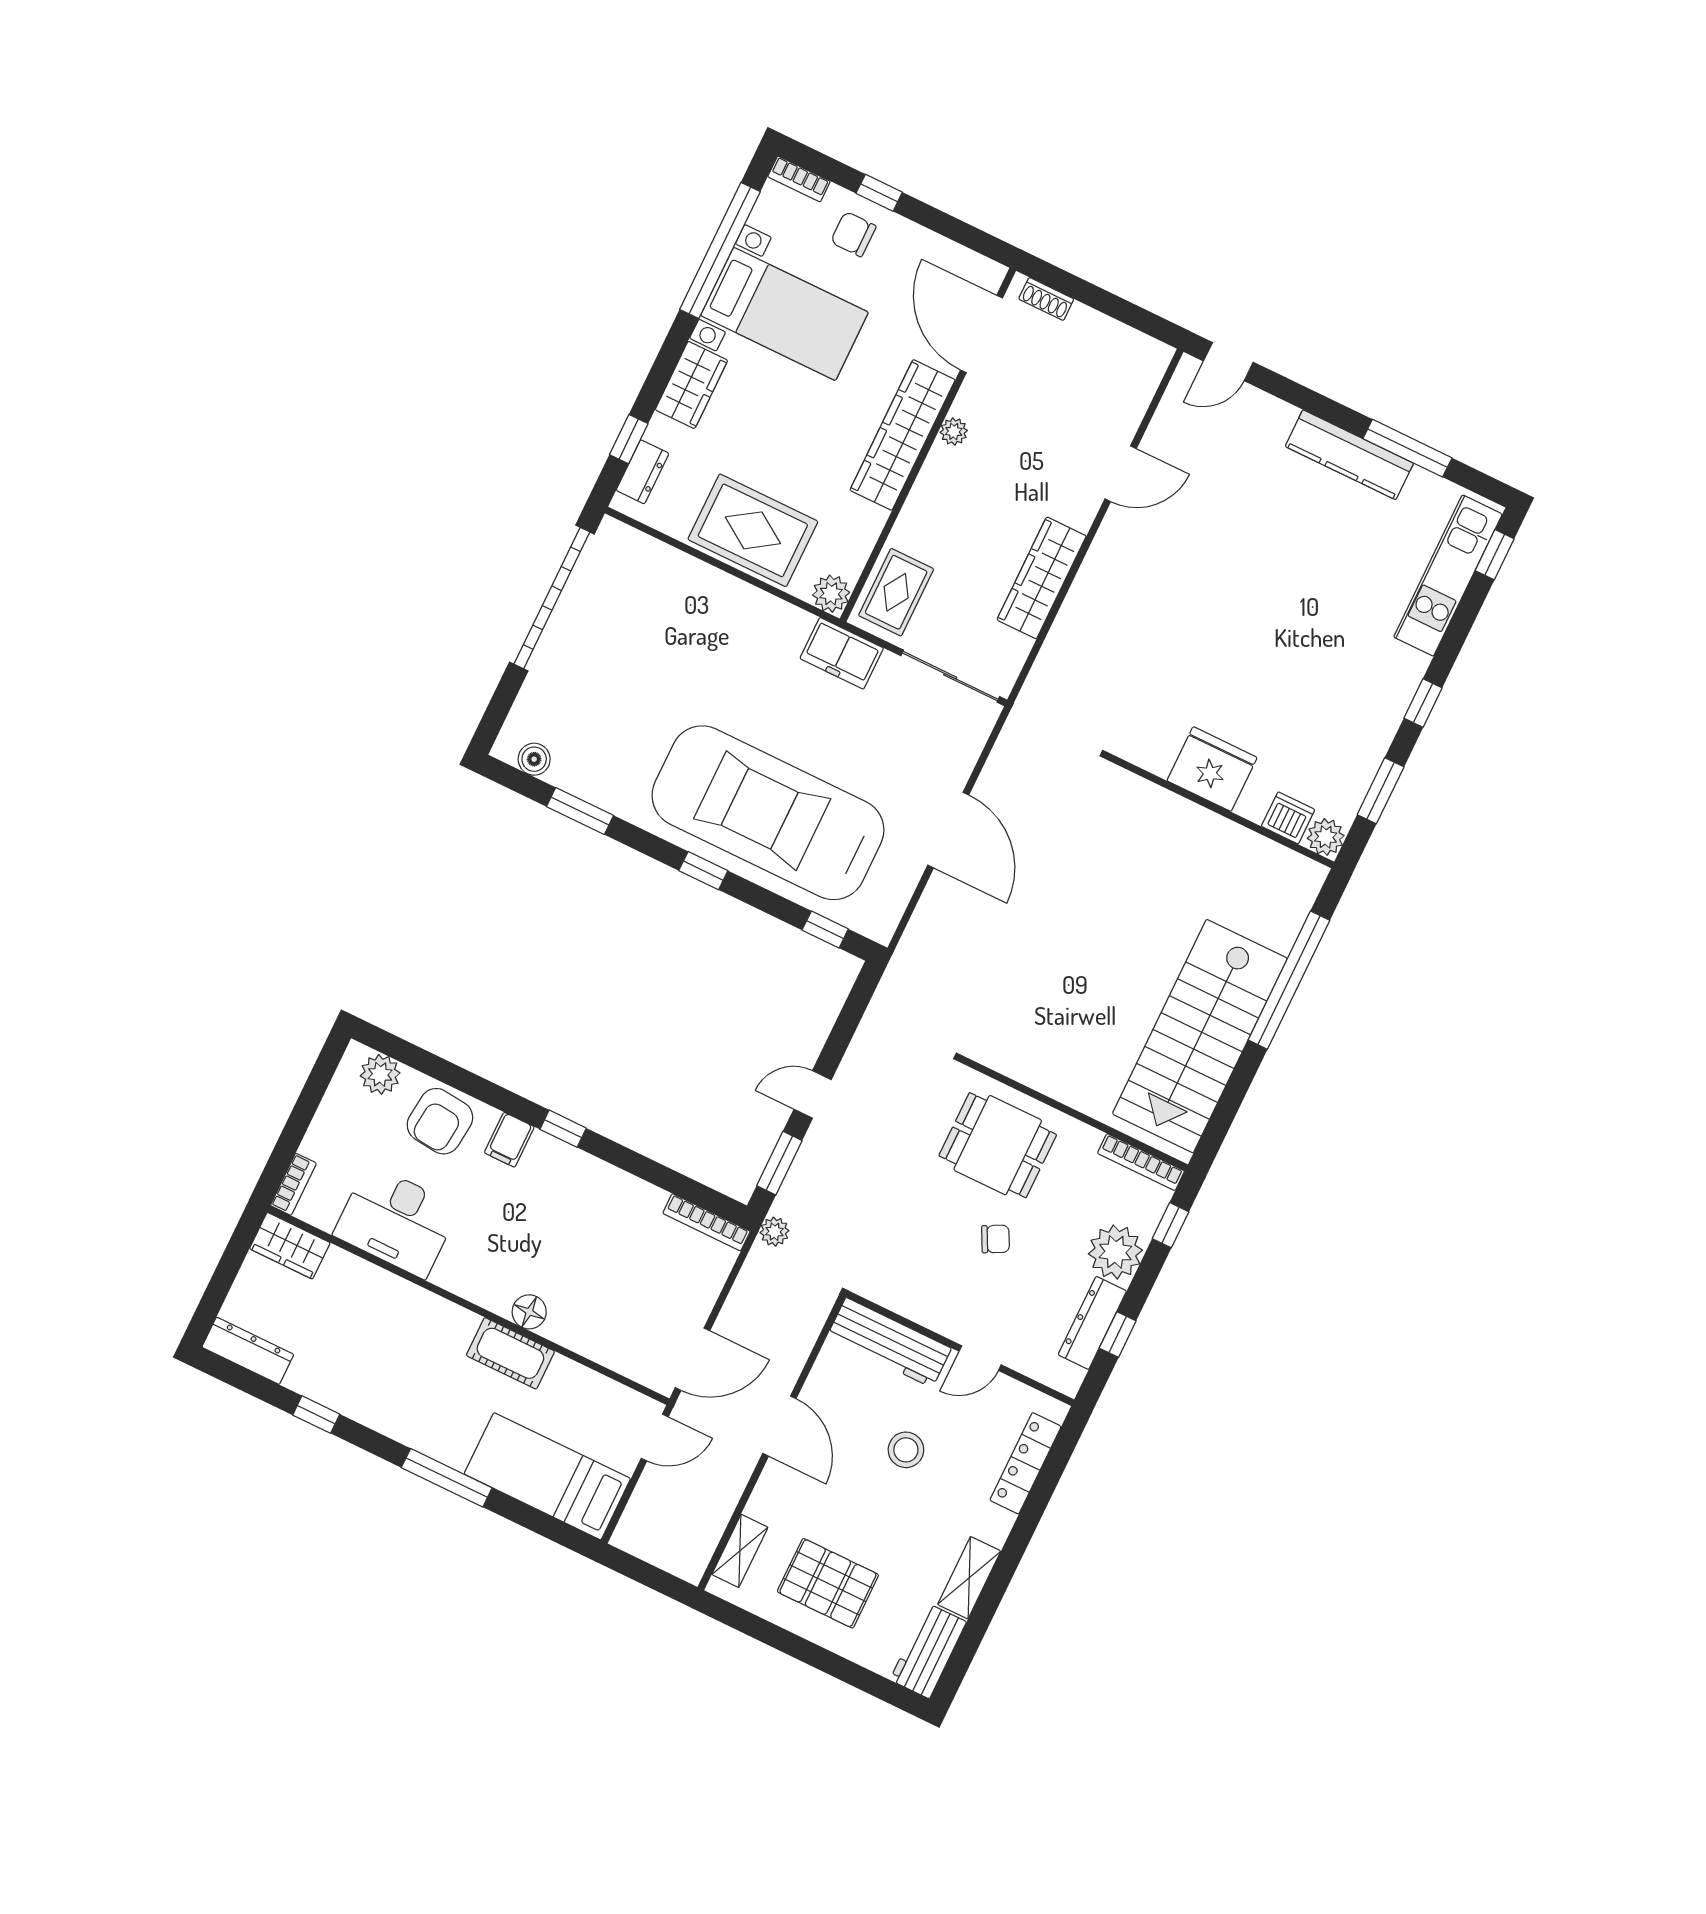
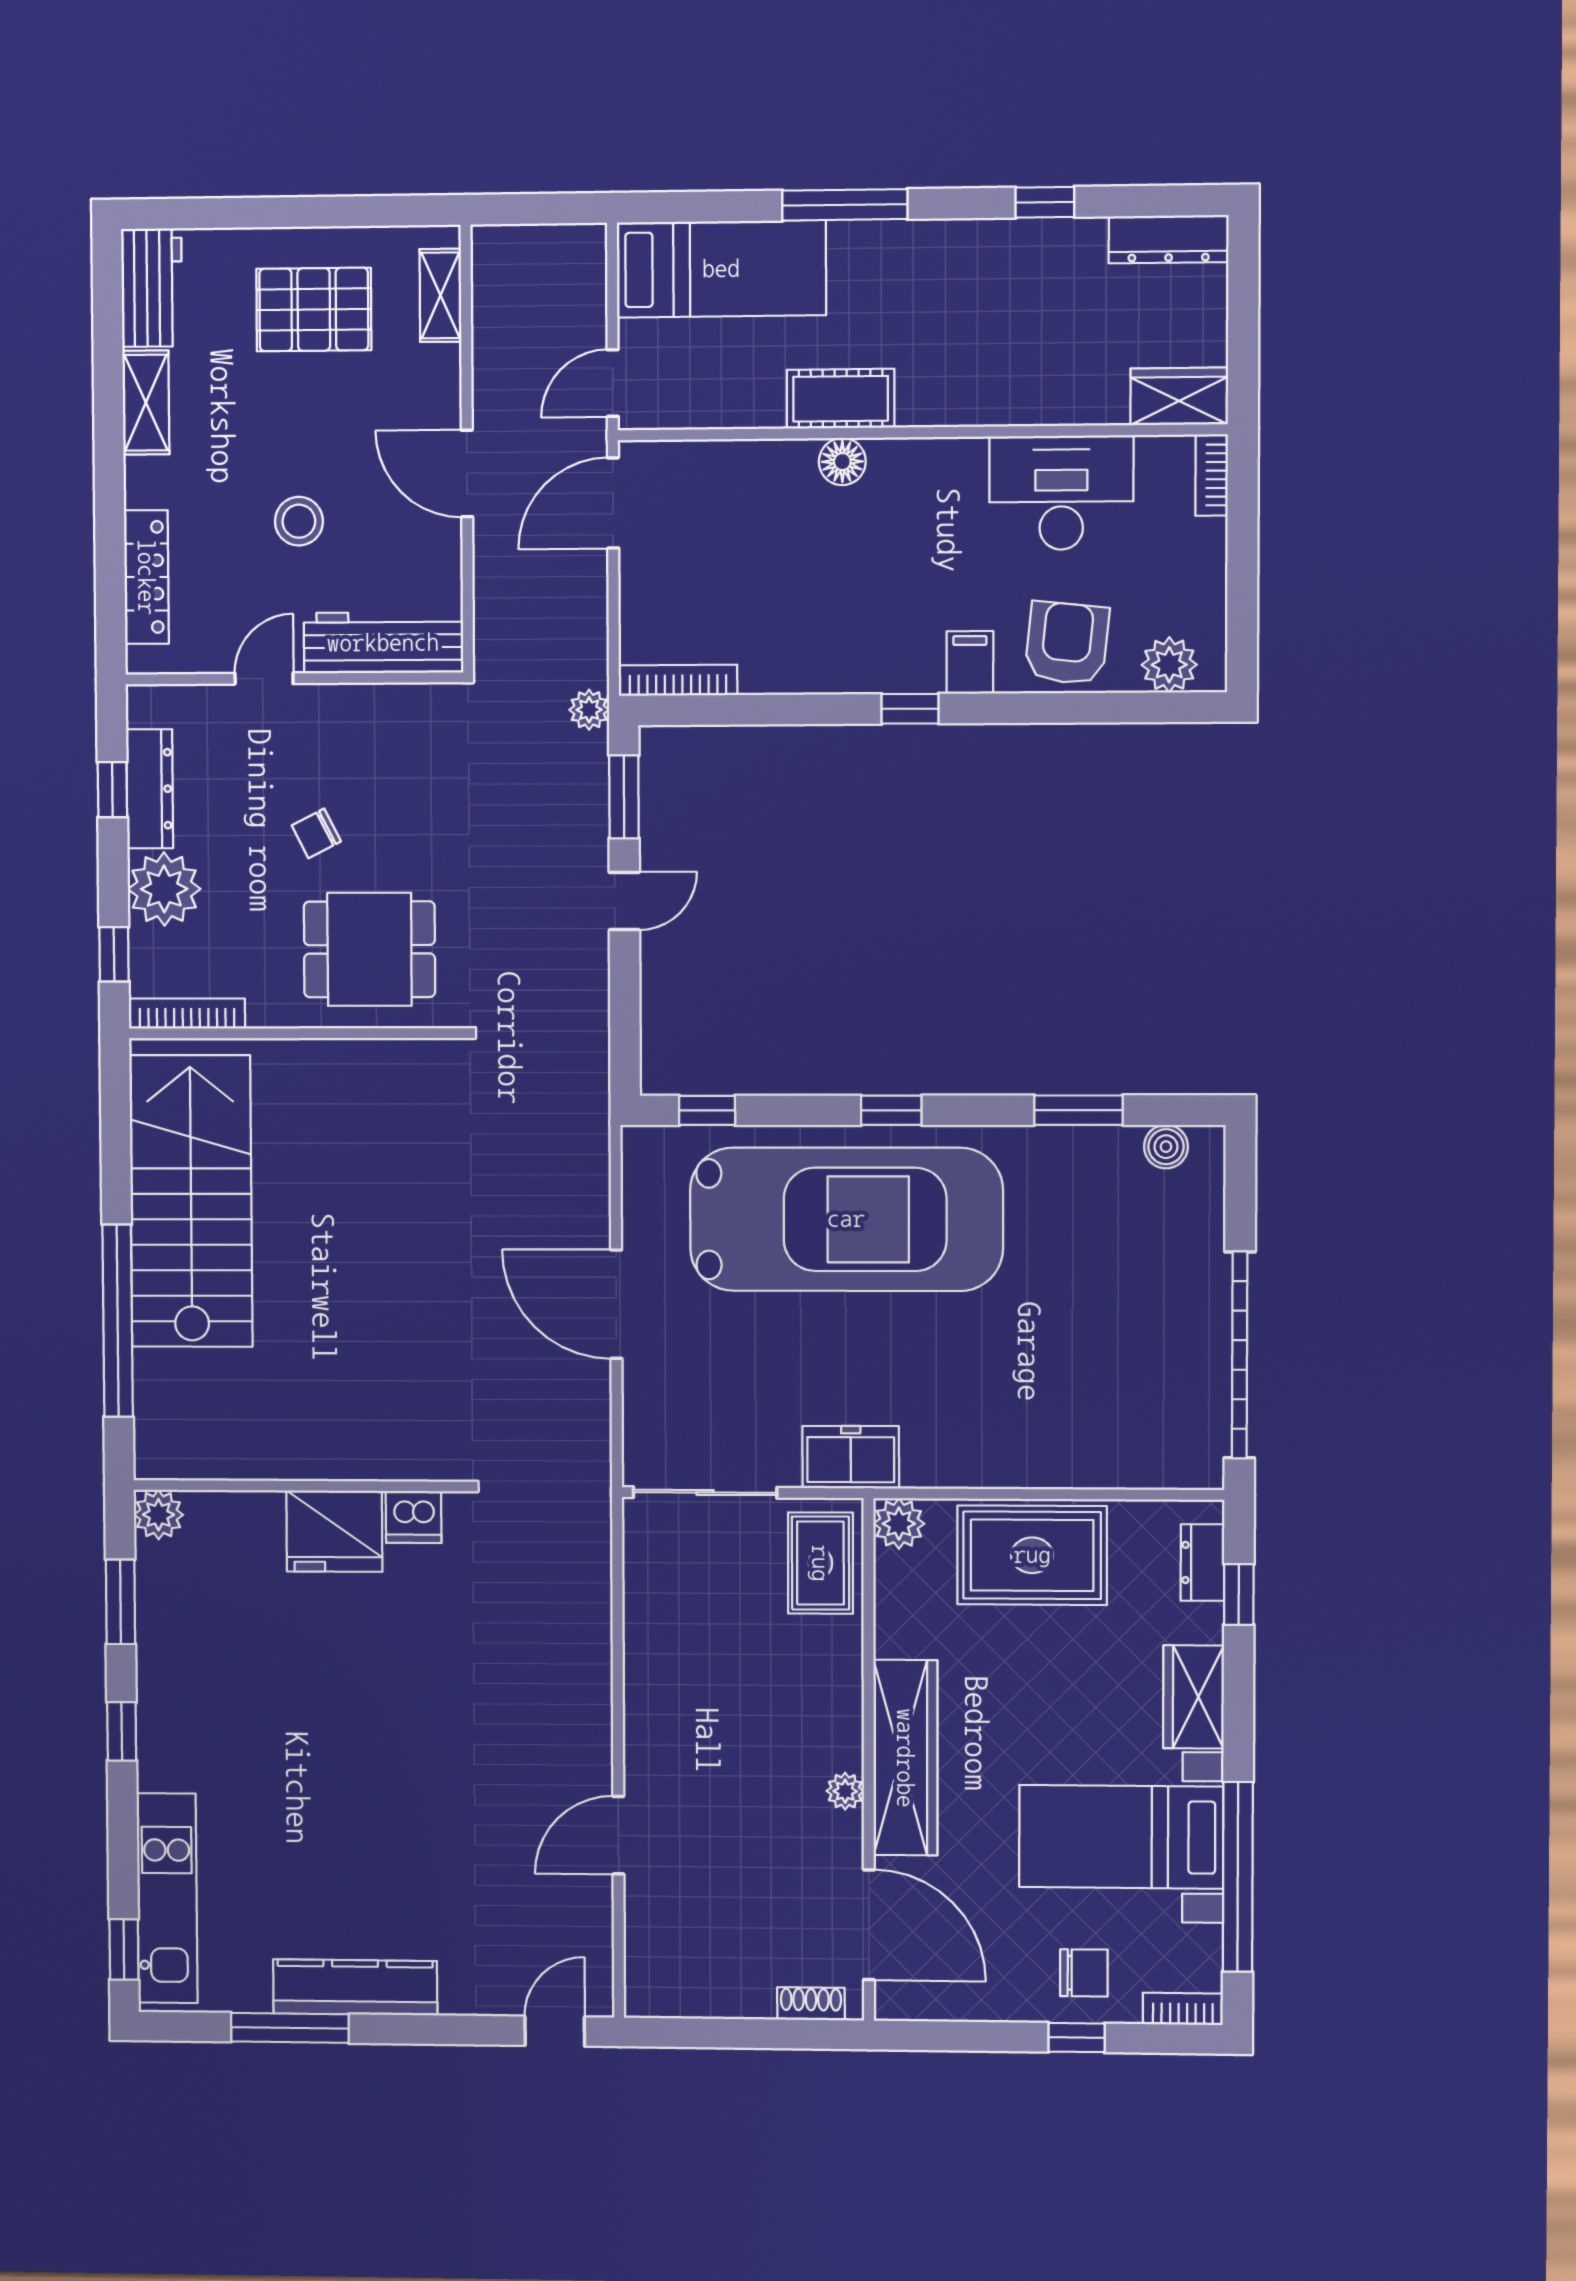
wardrobe: (1042, 578) -> (652, 1664), removed
dishwasher: (1288, 818) -> (414, 1517), moved

